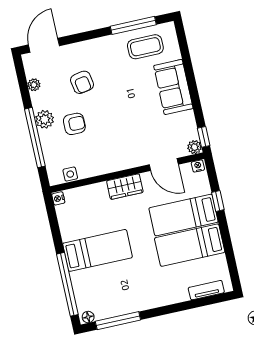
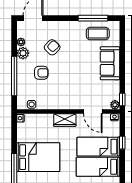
armchair: (82, 82) -> (52, 47), turned -126
plant: (45, 119) -> (23, 53), moved
bed: (97, 250) -> (38, 157), width x1.50

